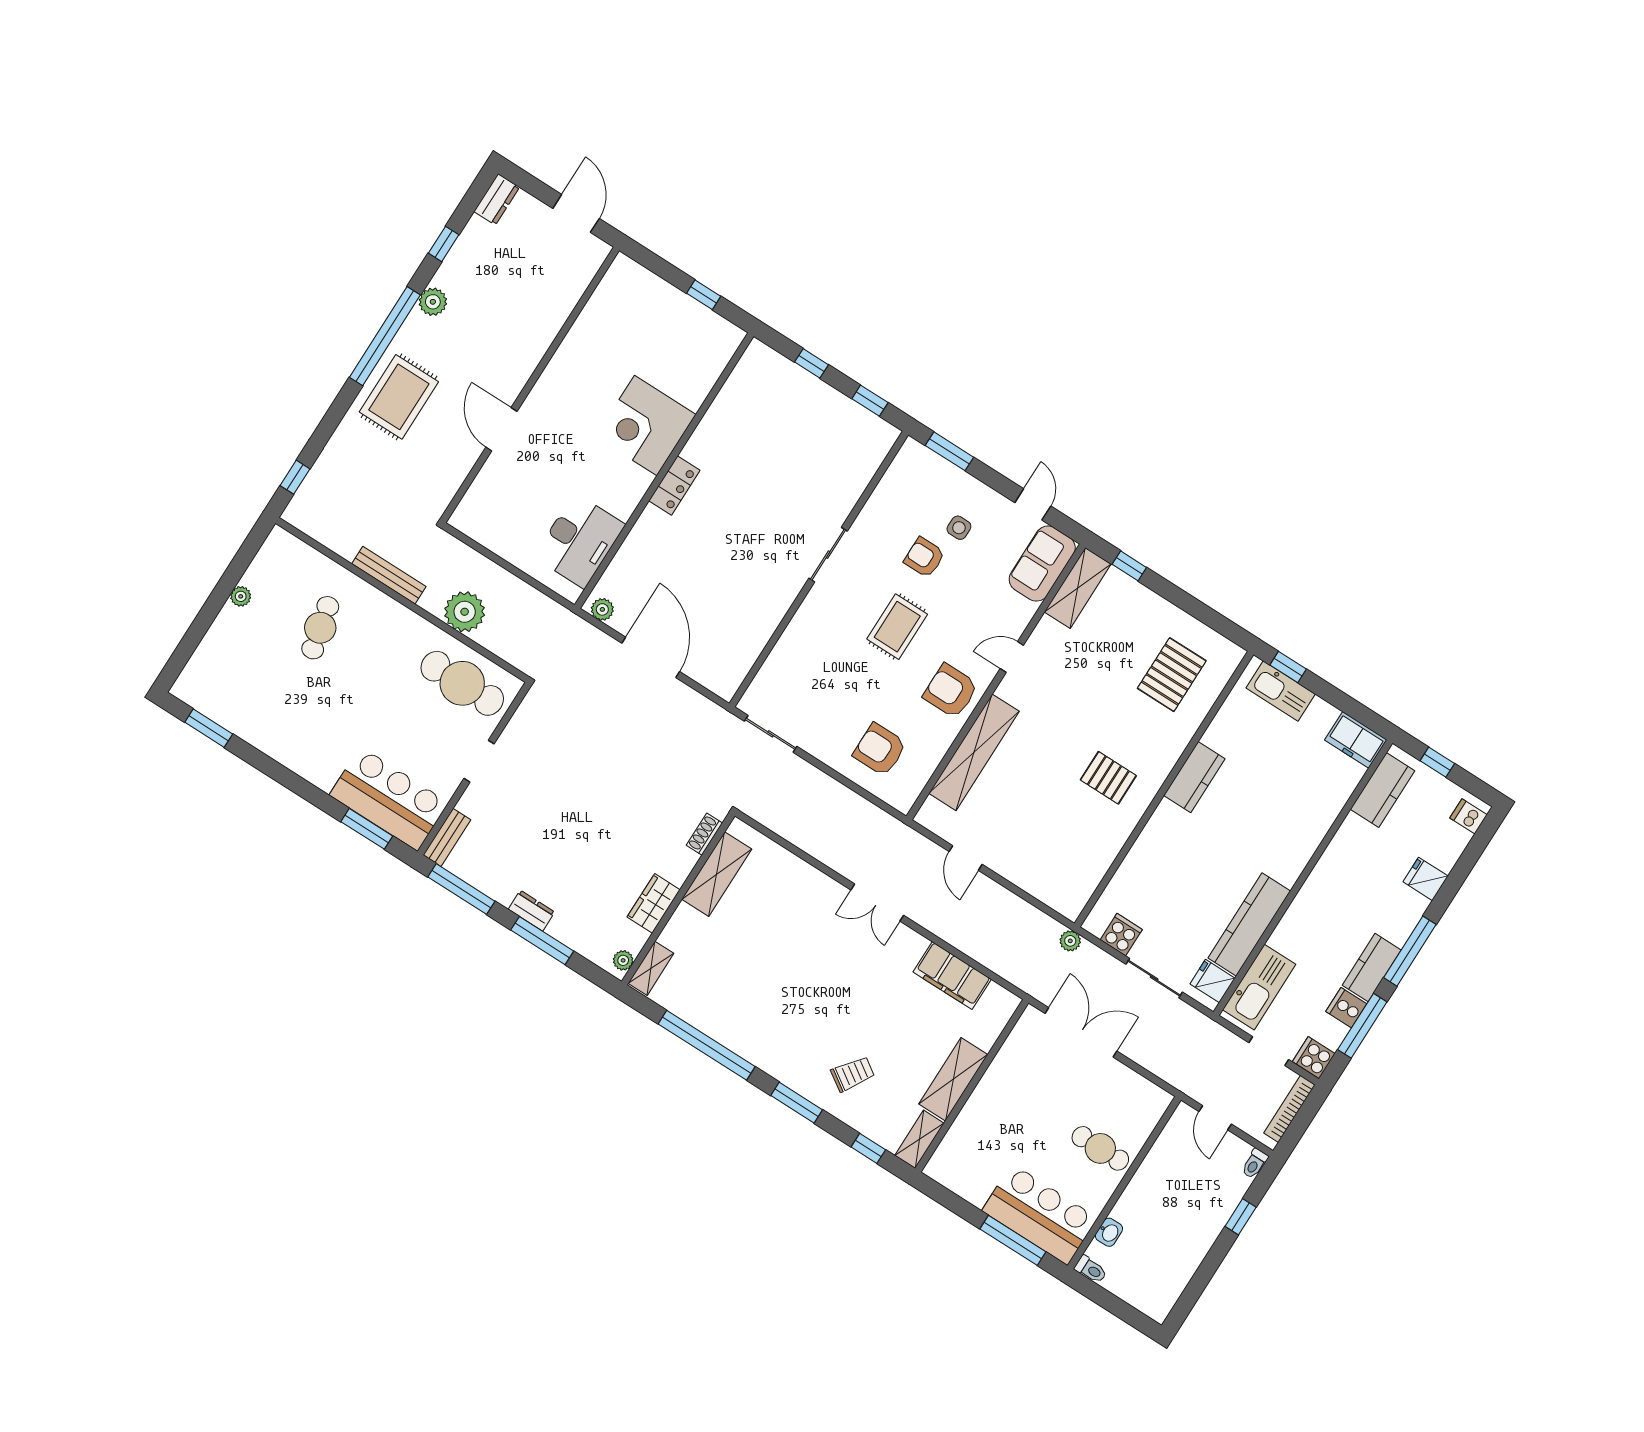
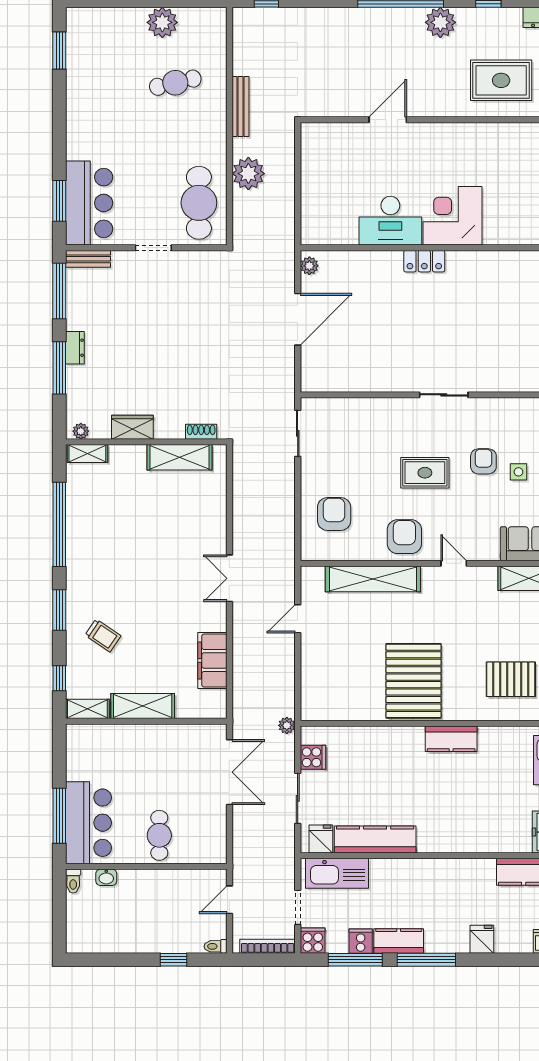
plant: (433, 302) -> (440, 22), width x1.36, depth x1.36
rug: (399, 397) -> (501, 80), moved
desk: (579, 541) -> (390, 221), moved
plant: (241, 596) -> (162, 22), width x1.88, depth x1.88
pallet: (1108, 778) -> (414, 681), width x2.05, depth x2.00

